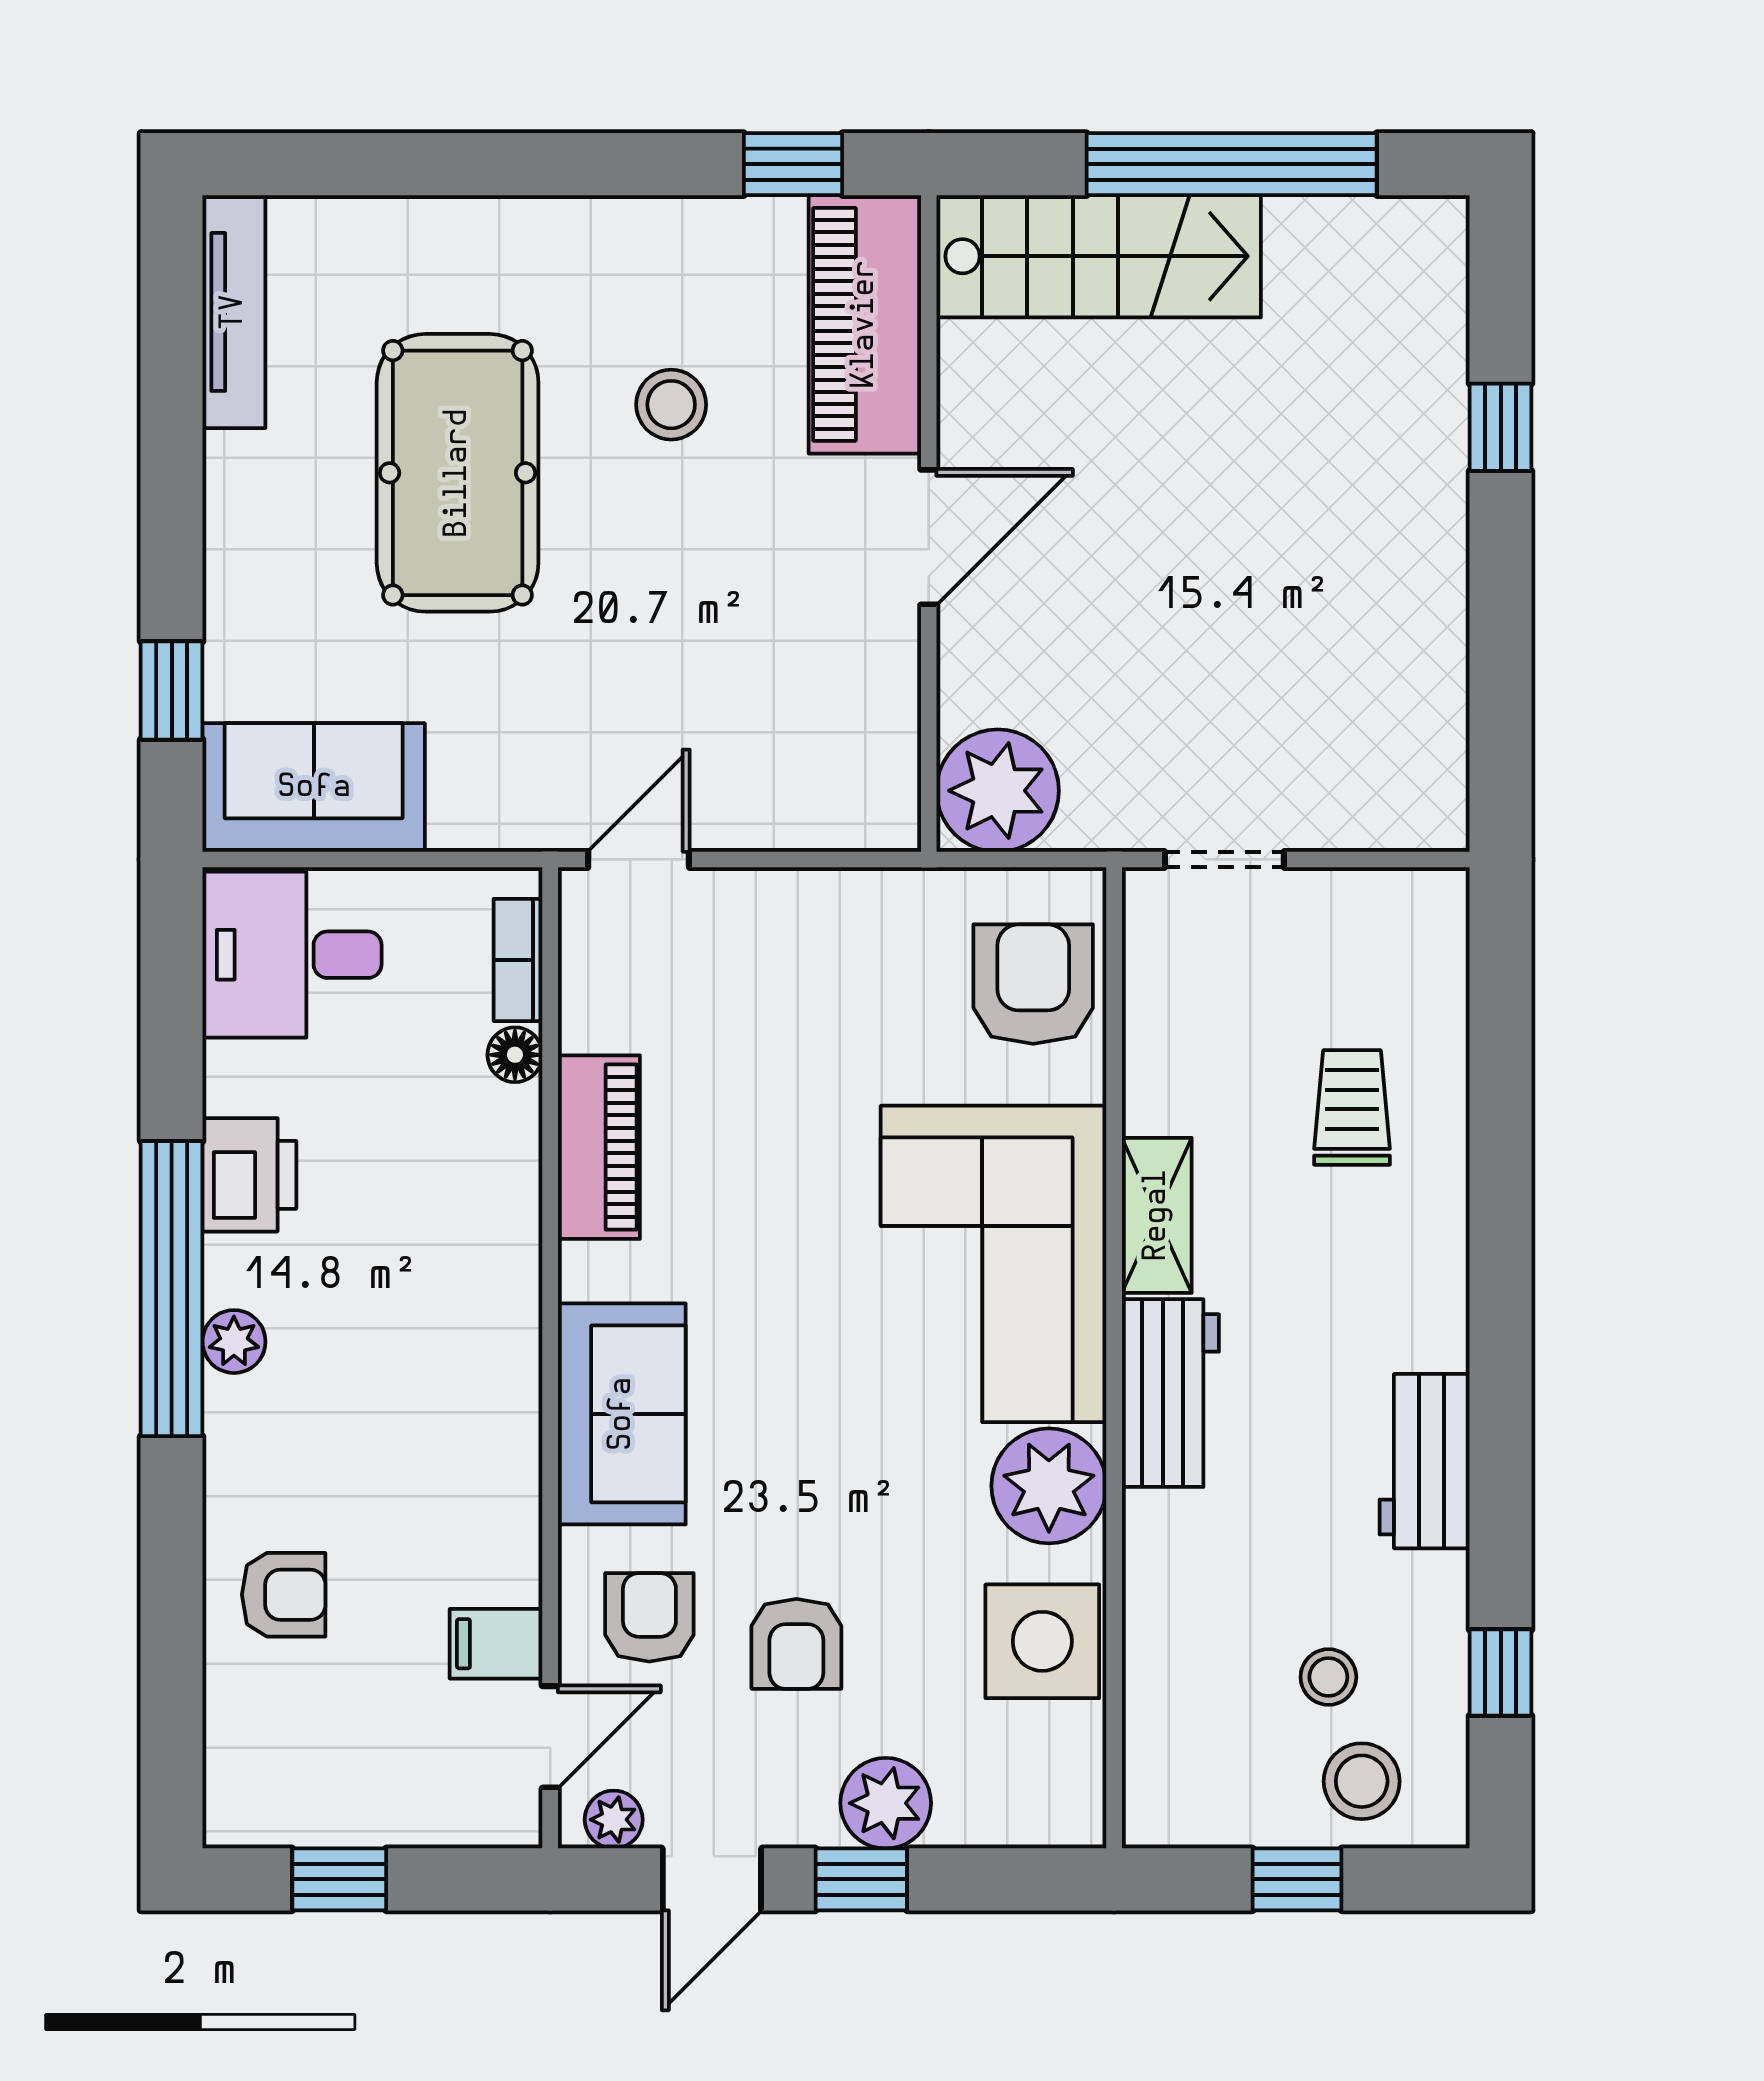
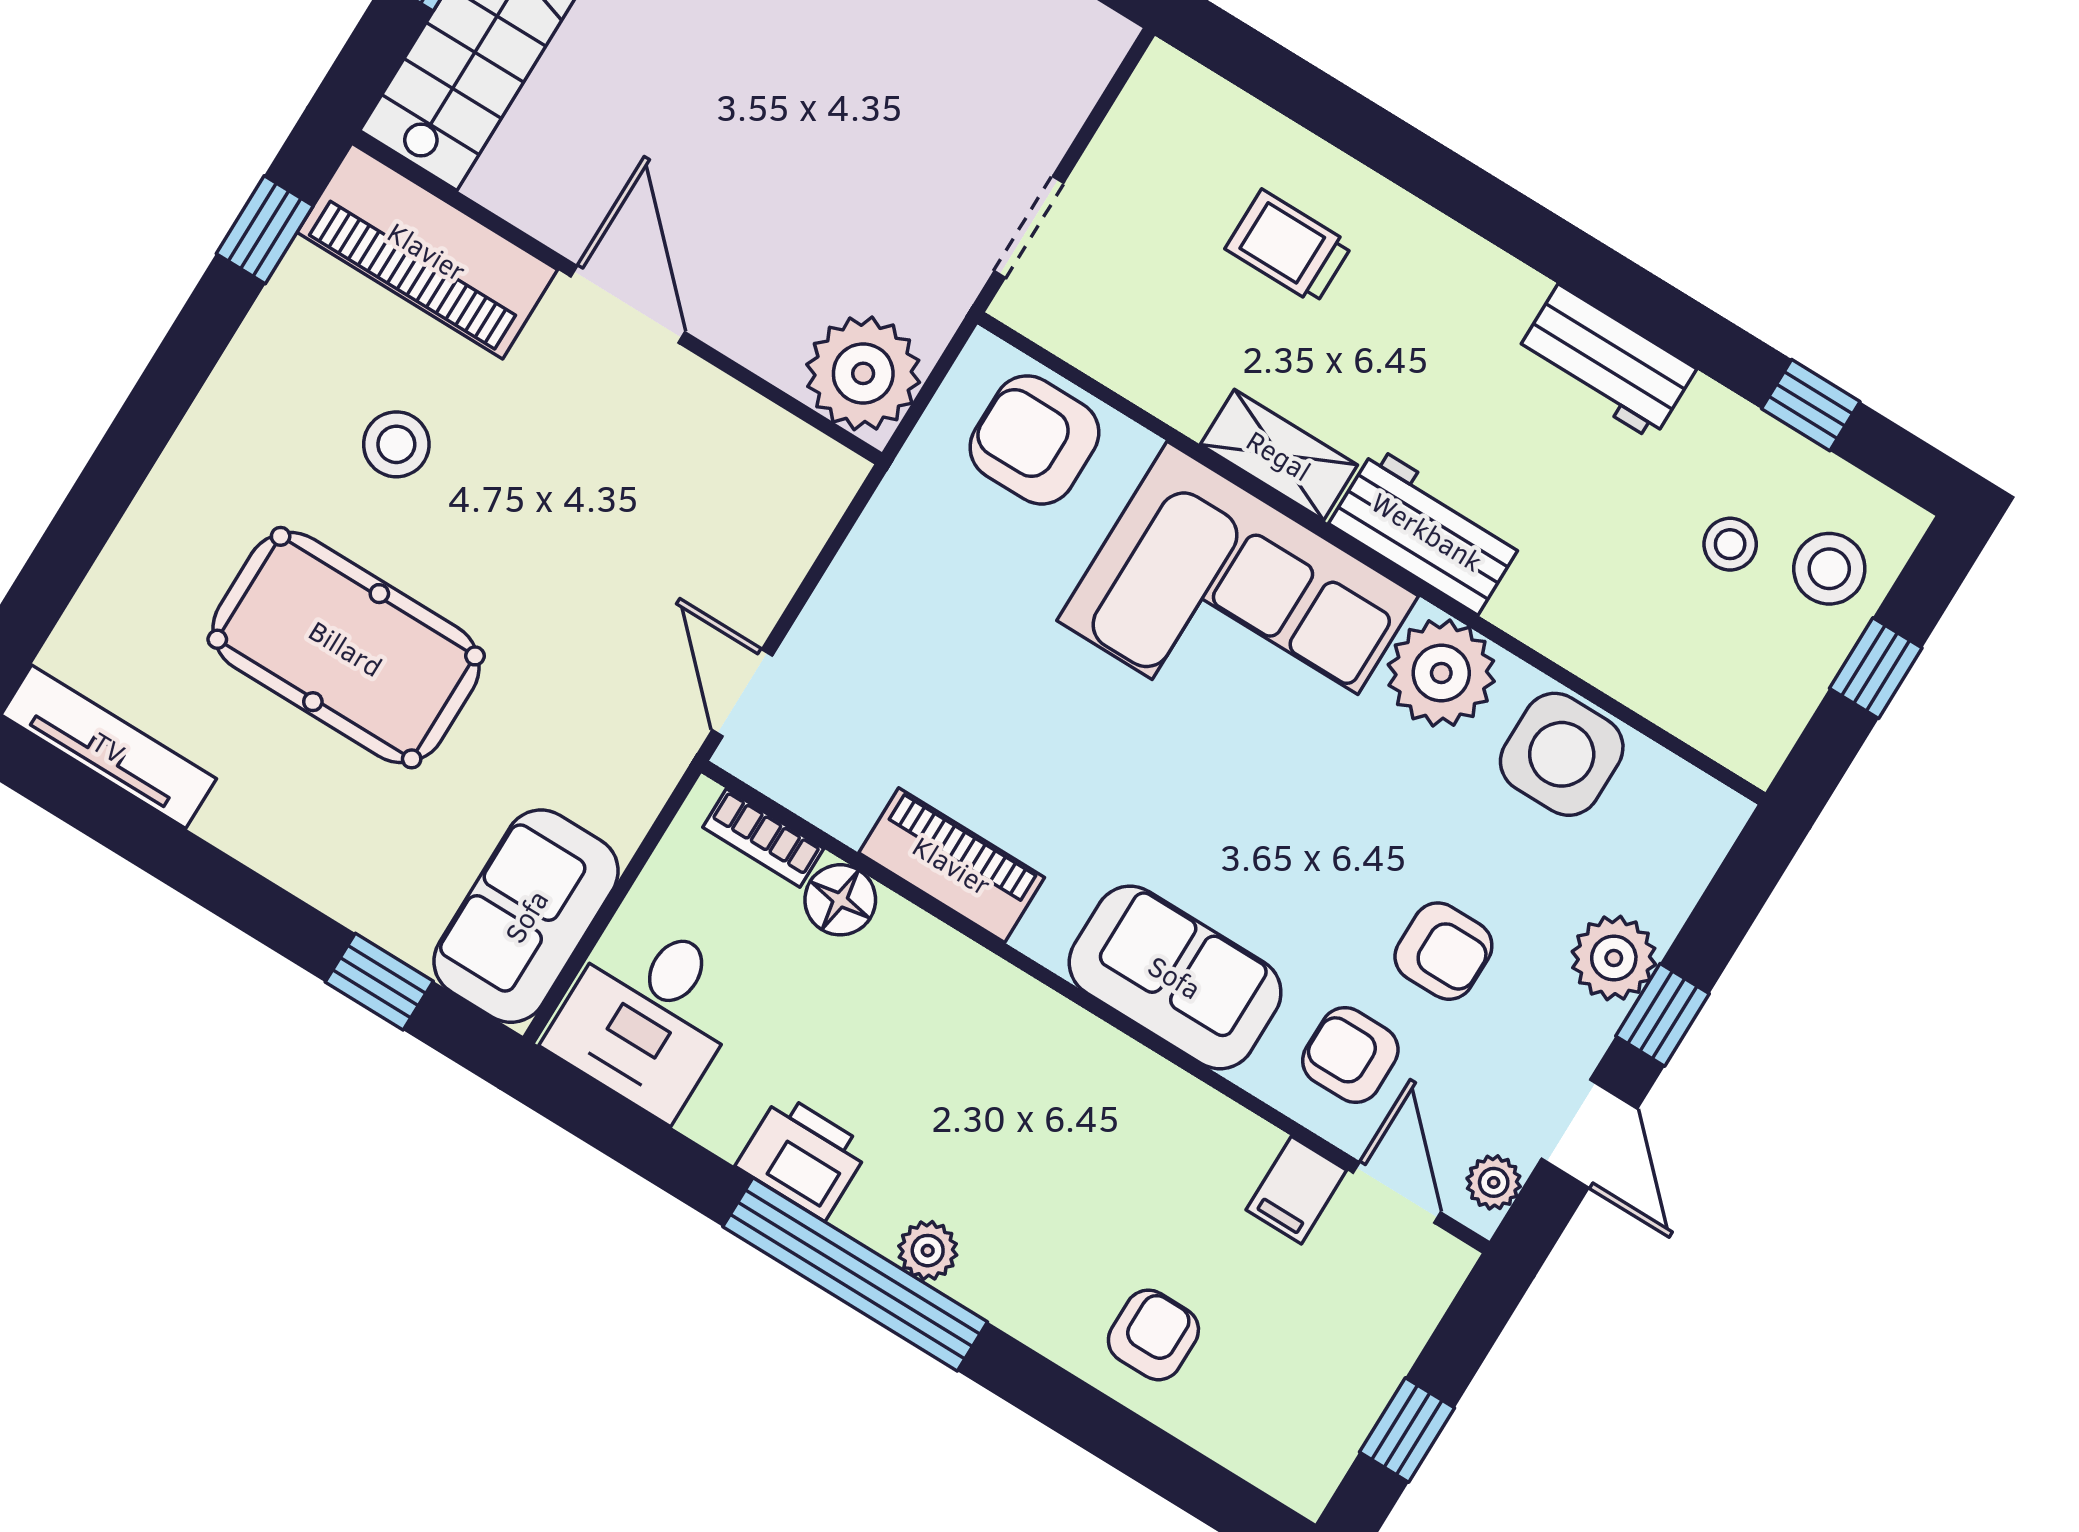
floor lamp: (515, 1055) -> (840, 900), width x1.37, depth x1.37

